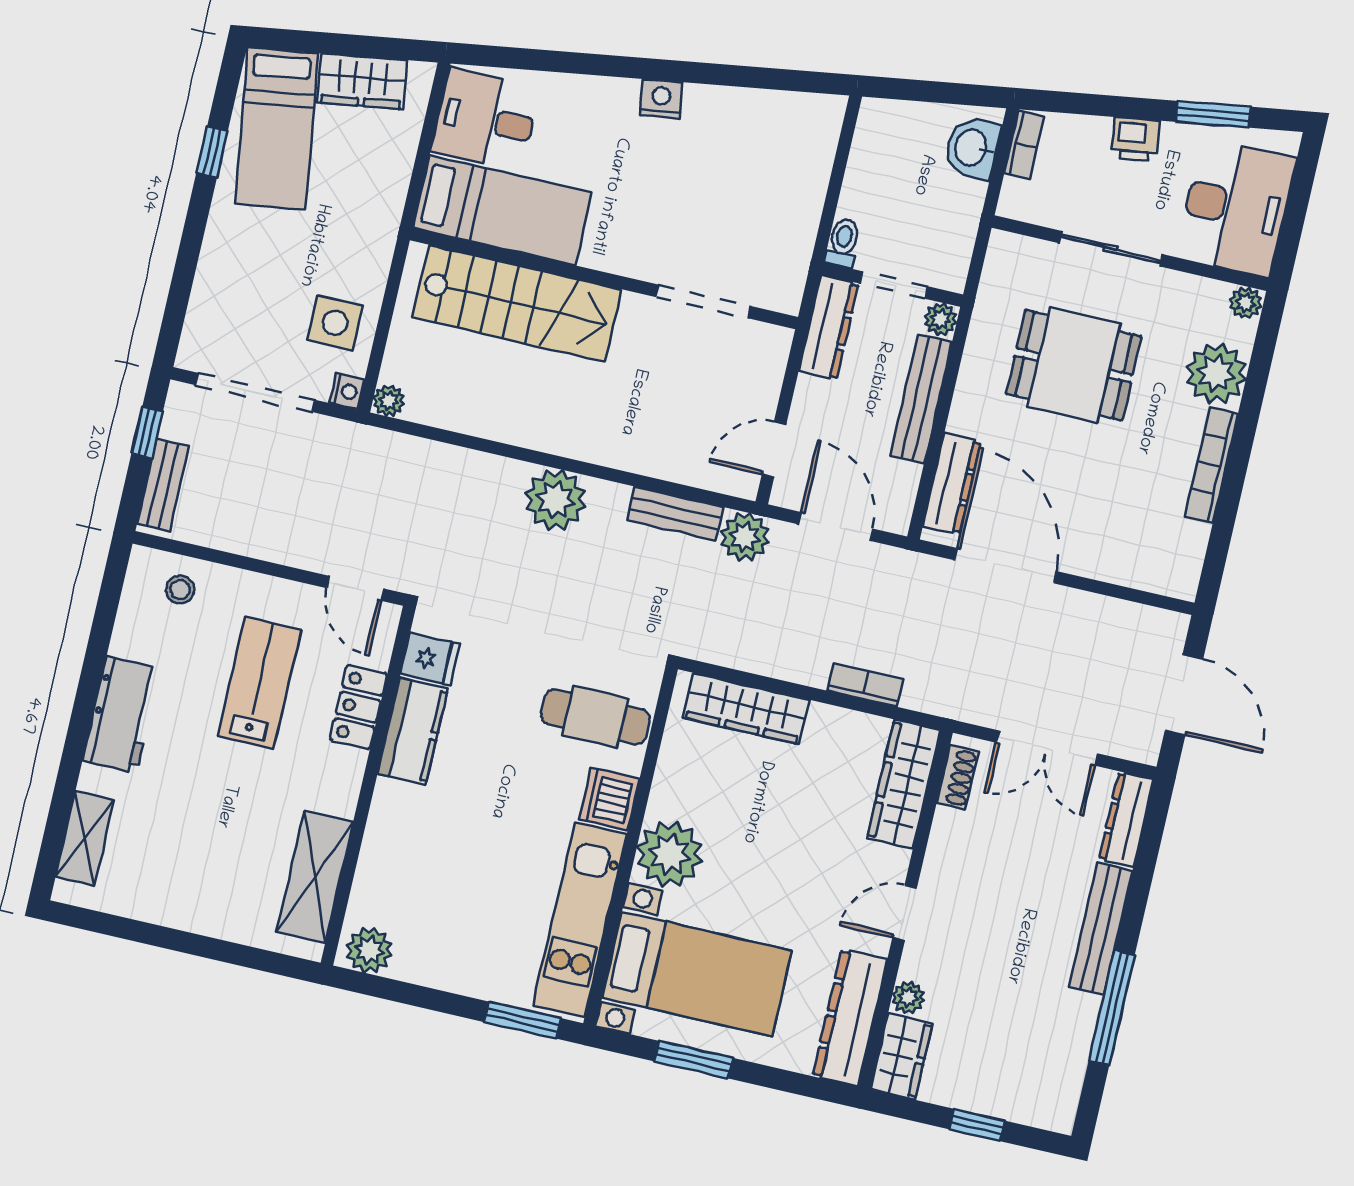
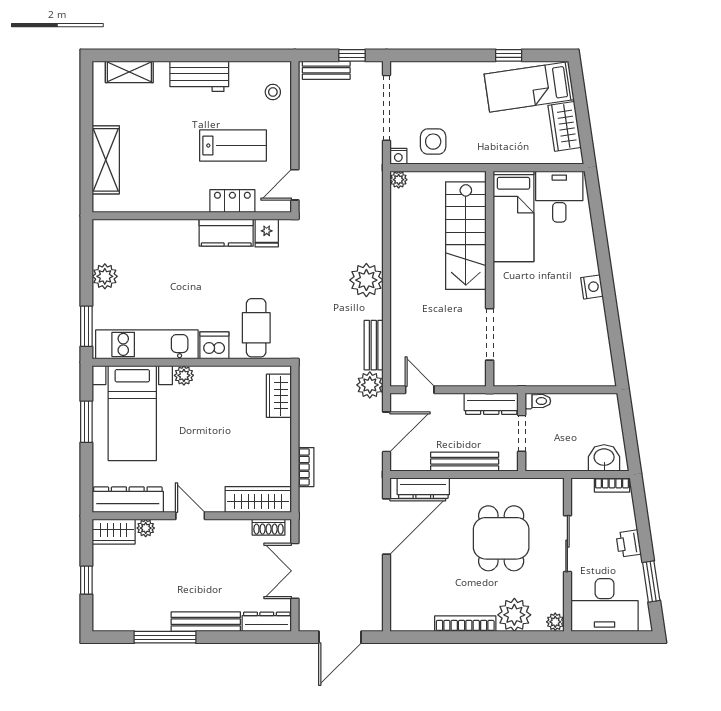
plant: (941, 319) -> (509, 462), removed
wardrobe: (746, 709) -> (279, 396), width x0.67
plant: (670, 854) -> (184, 375), width x0.53, depth x0.53
shelving: (315, 877) -> (106, 160), moved, turned 90
plant: (369, 950) -> (105, 276), moved

